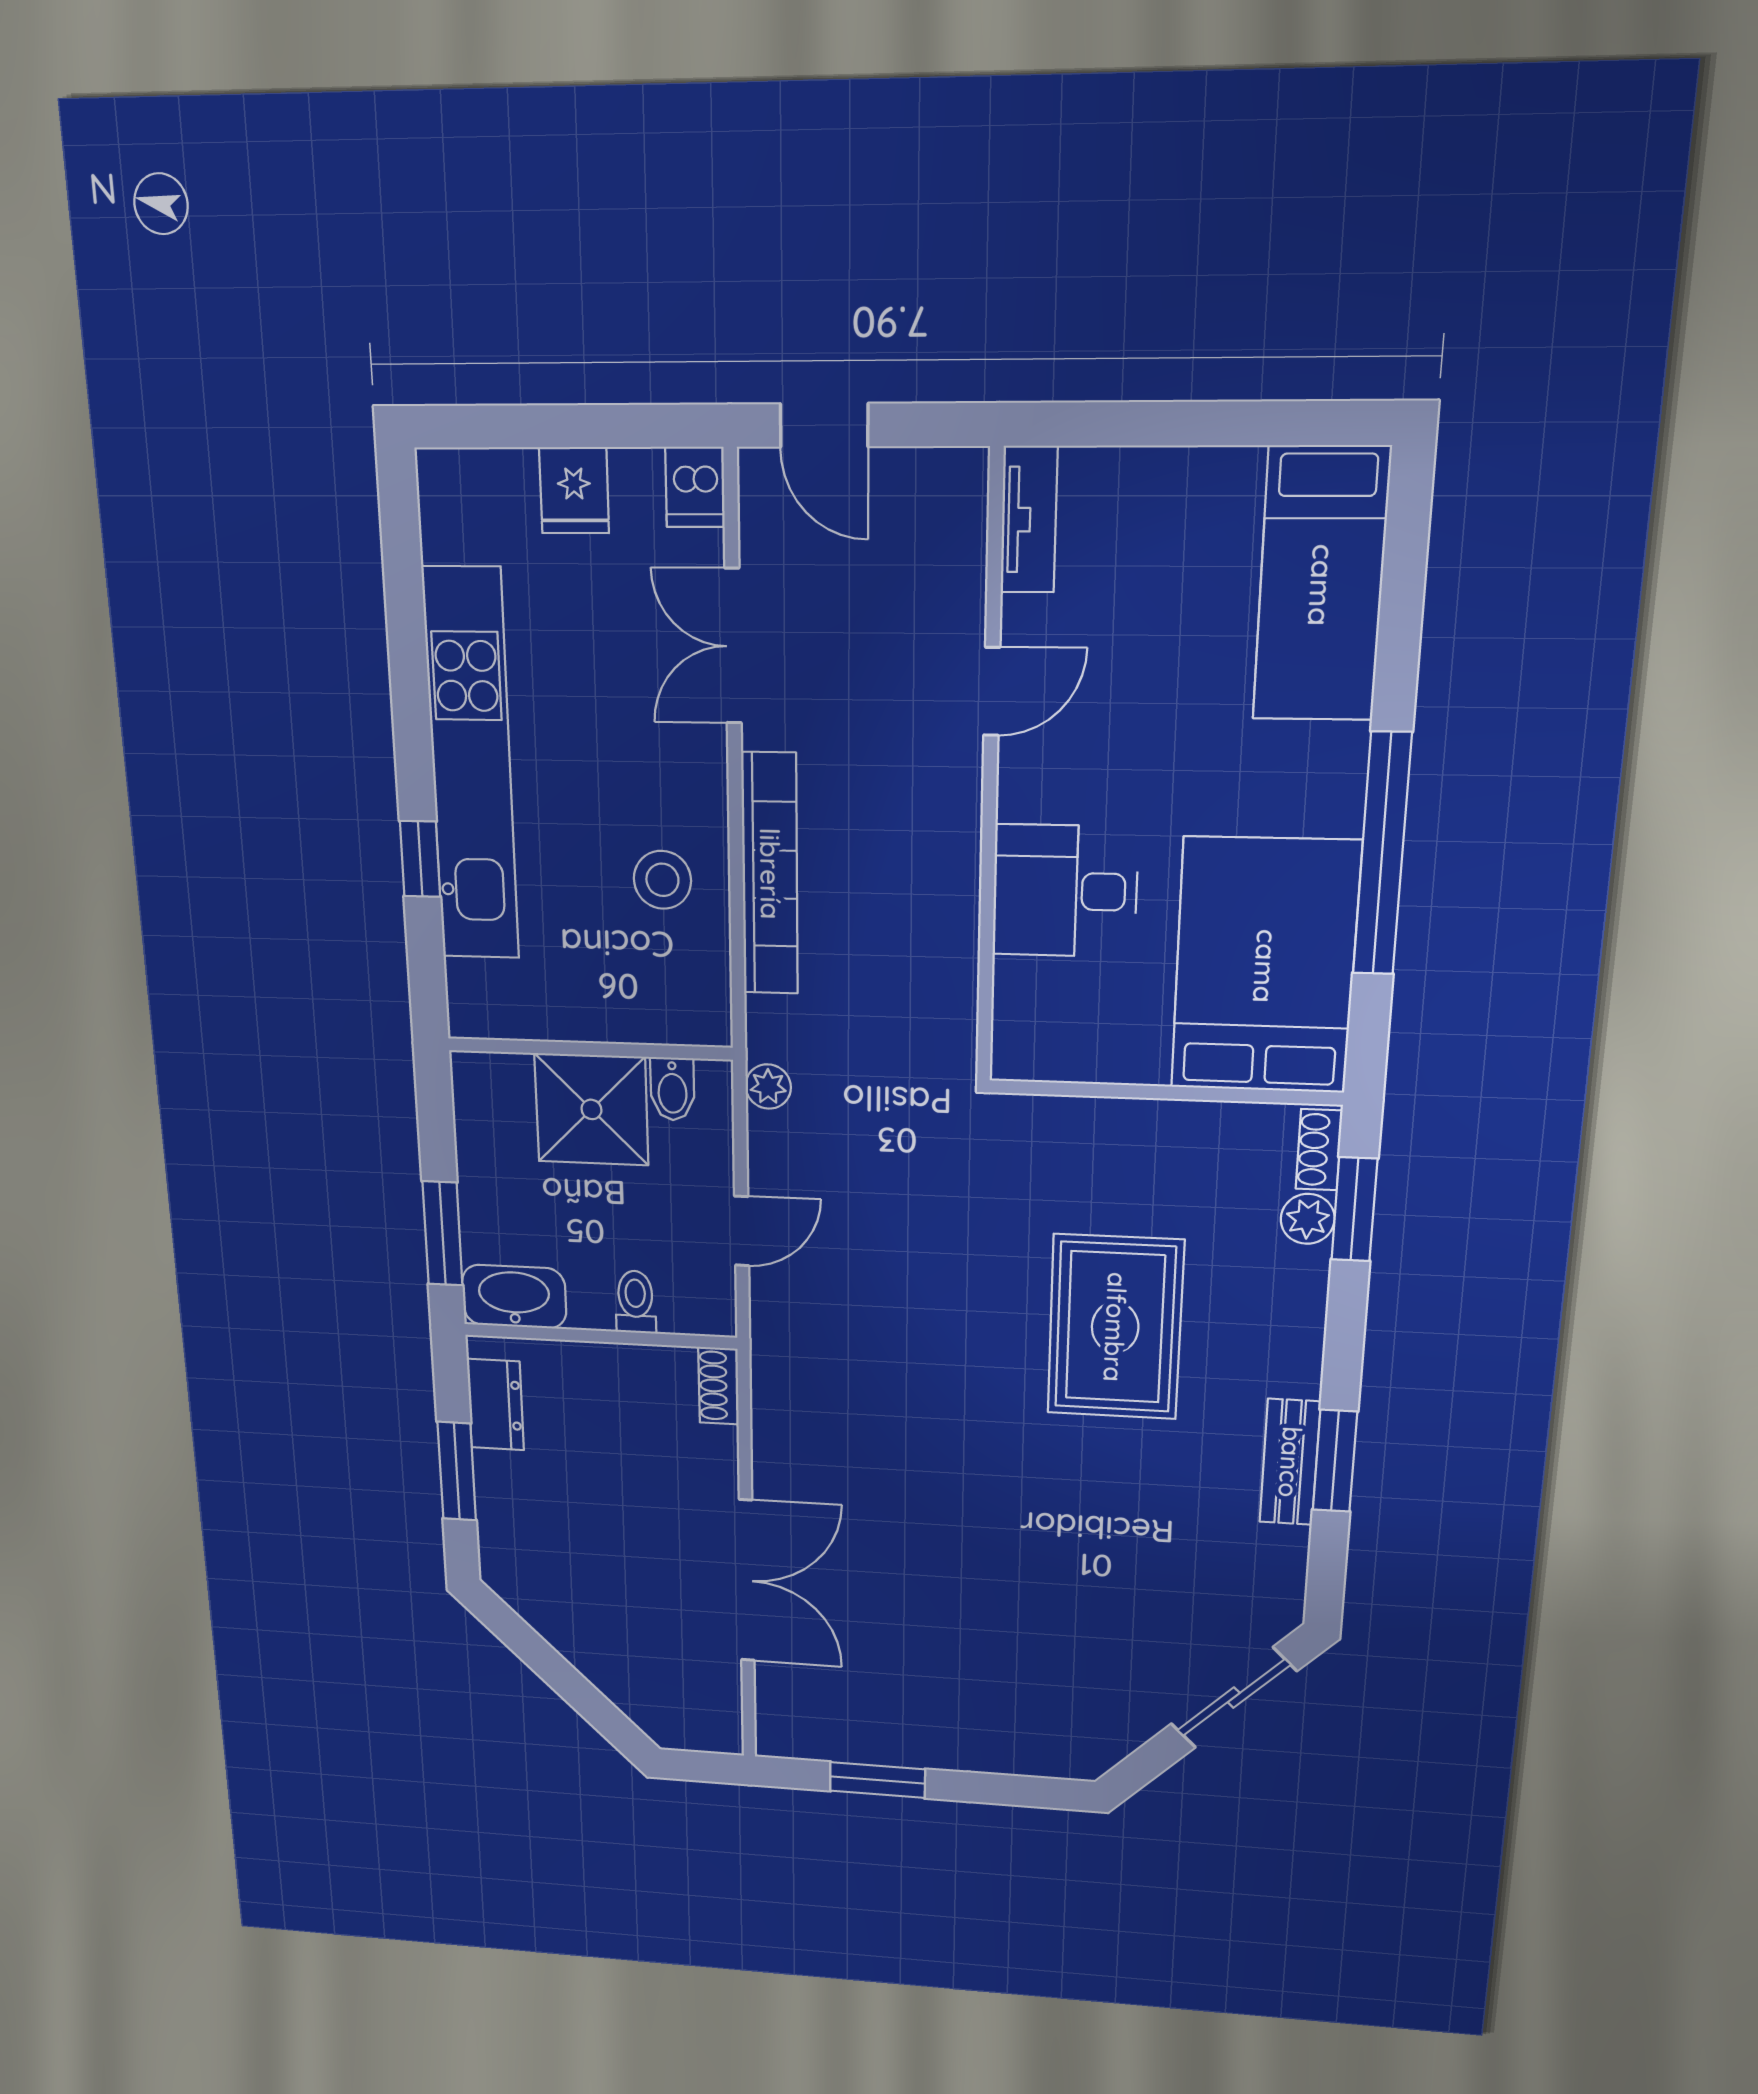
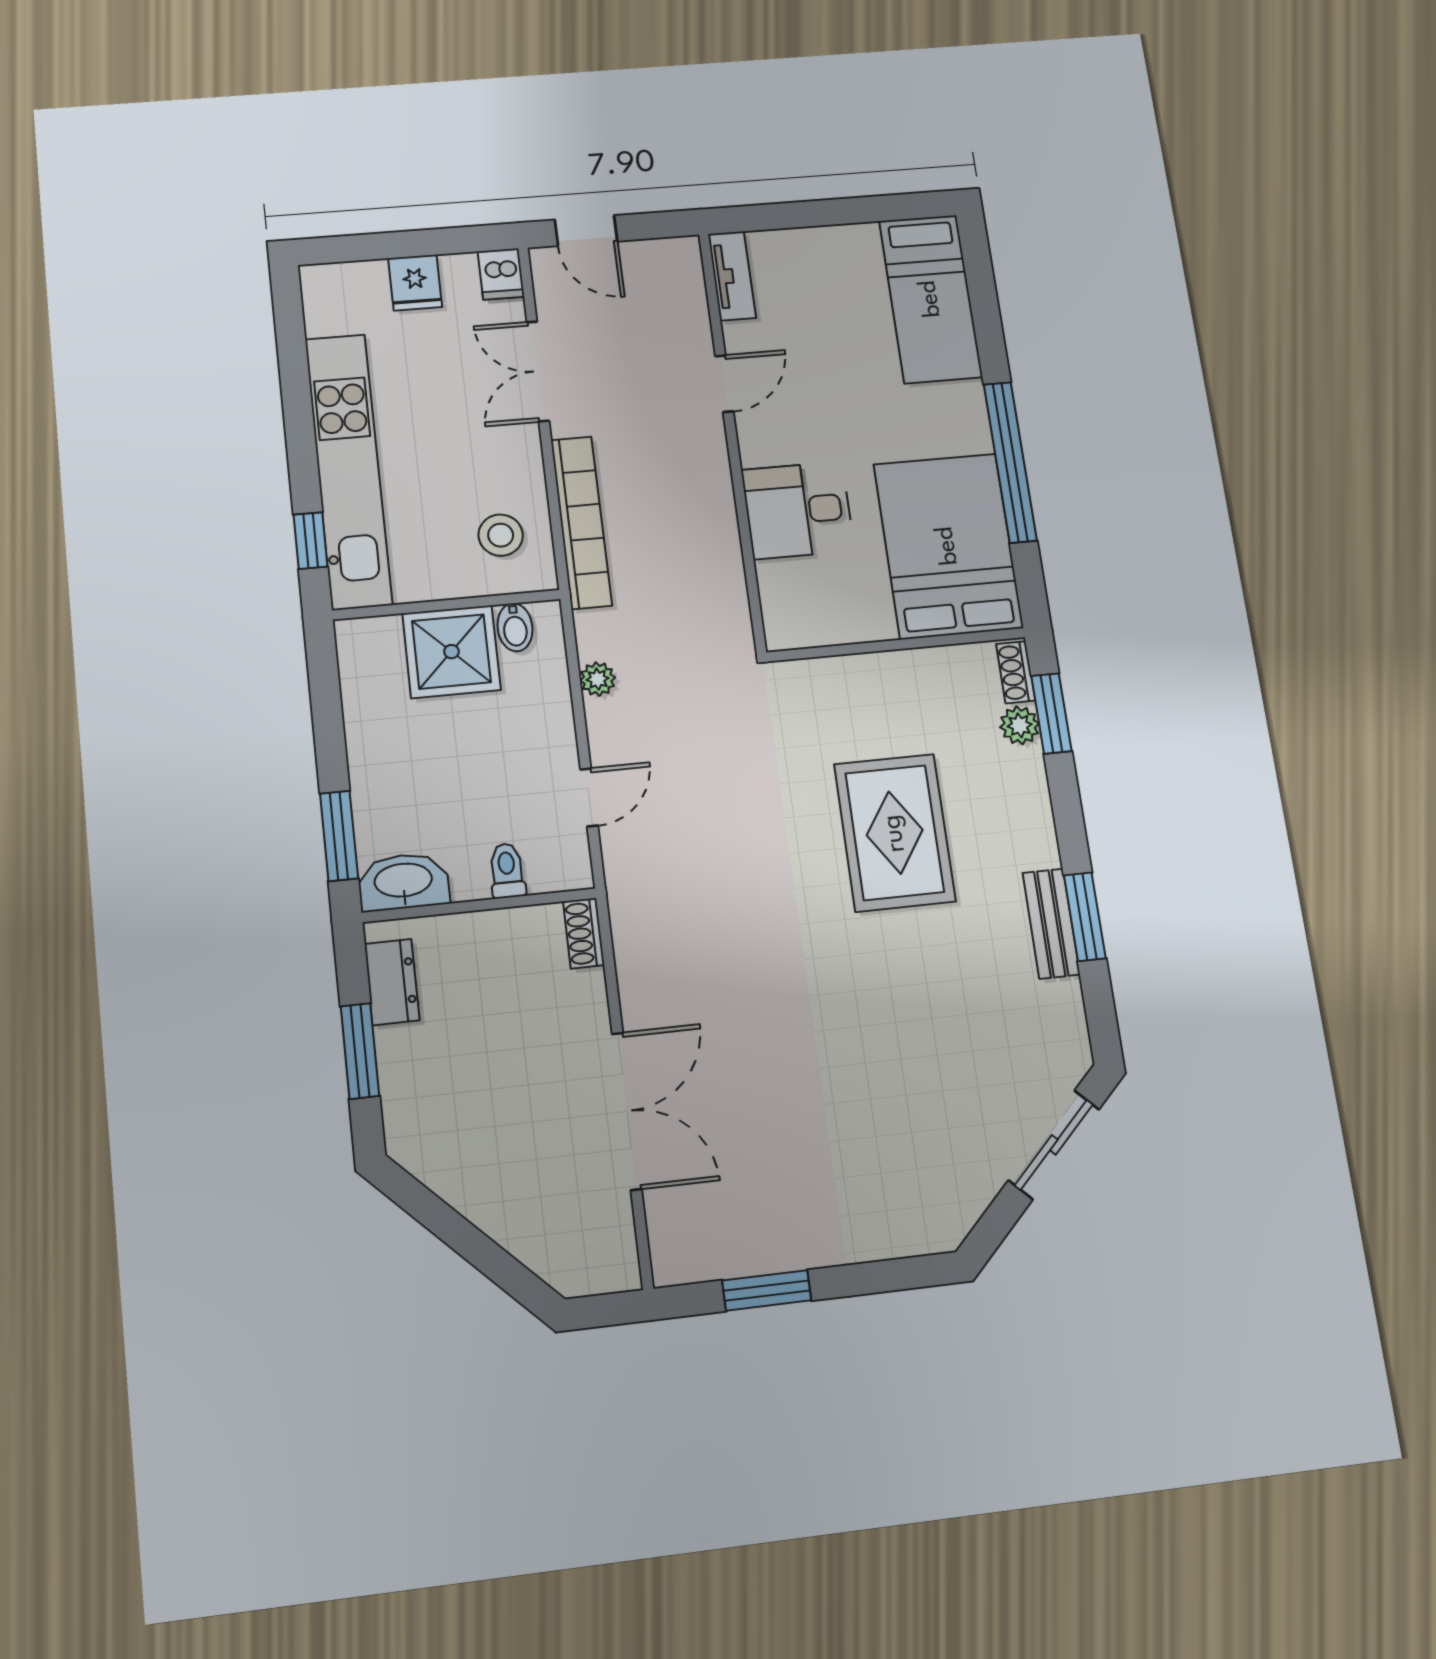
wall: (590, 1049) -> (447, 605), moved
bidet: (672, 1089) -> (515, 627), moved
shower: (591, 1109) -> (451, 652), moved

